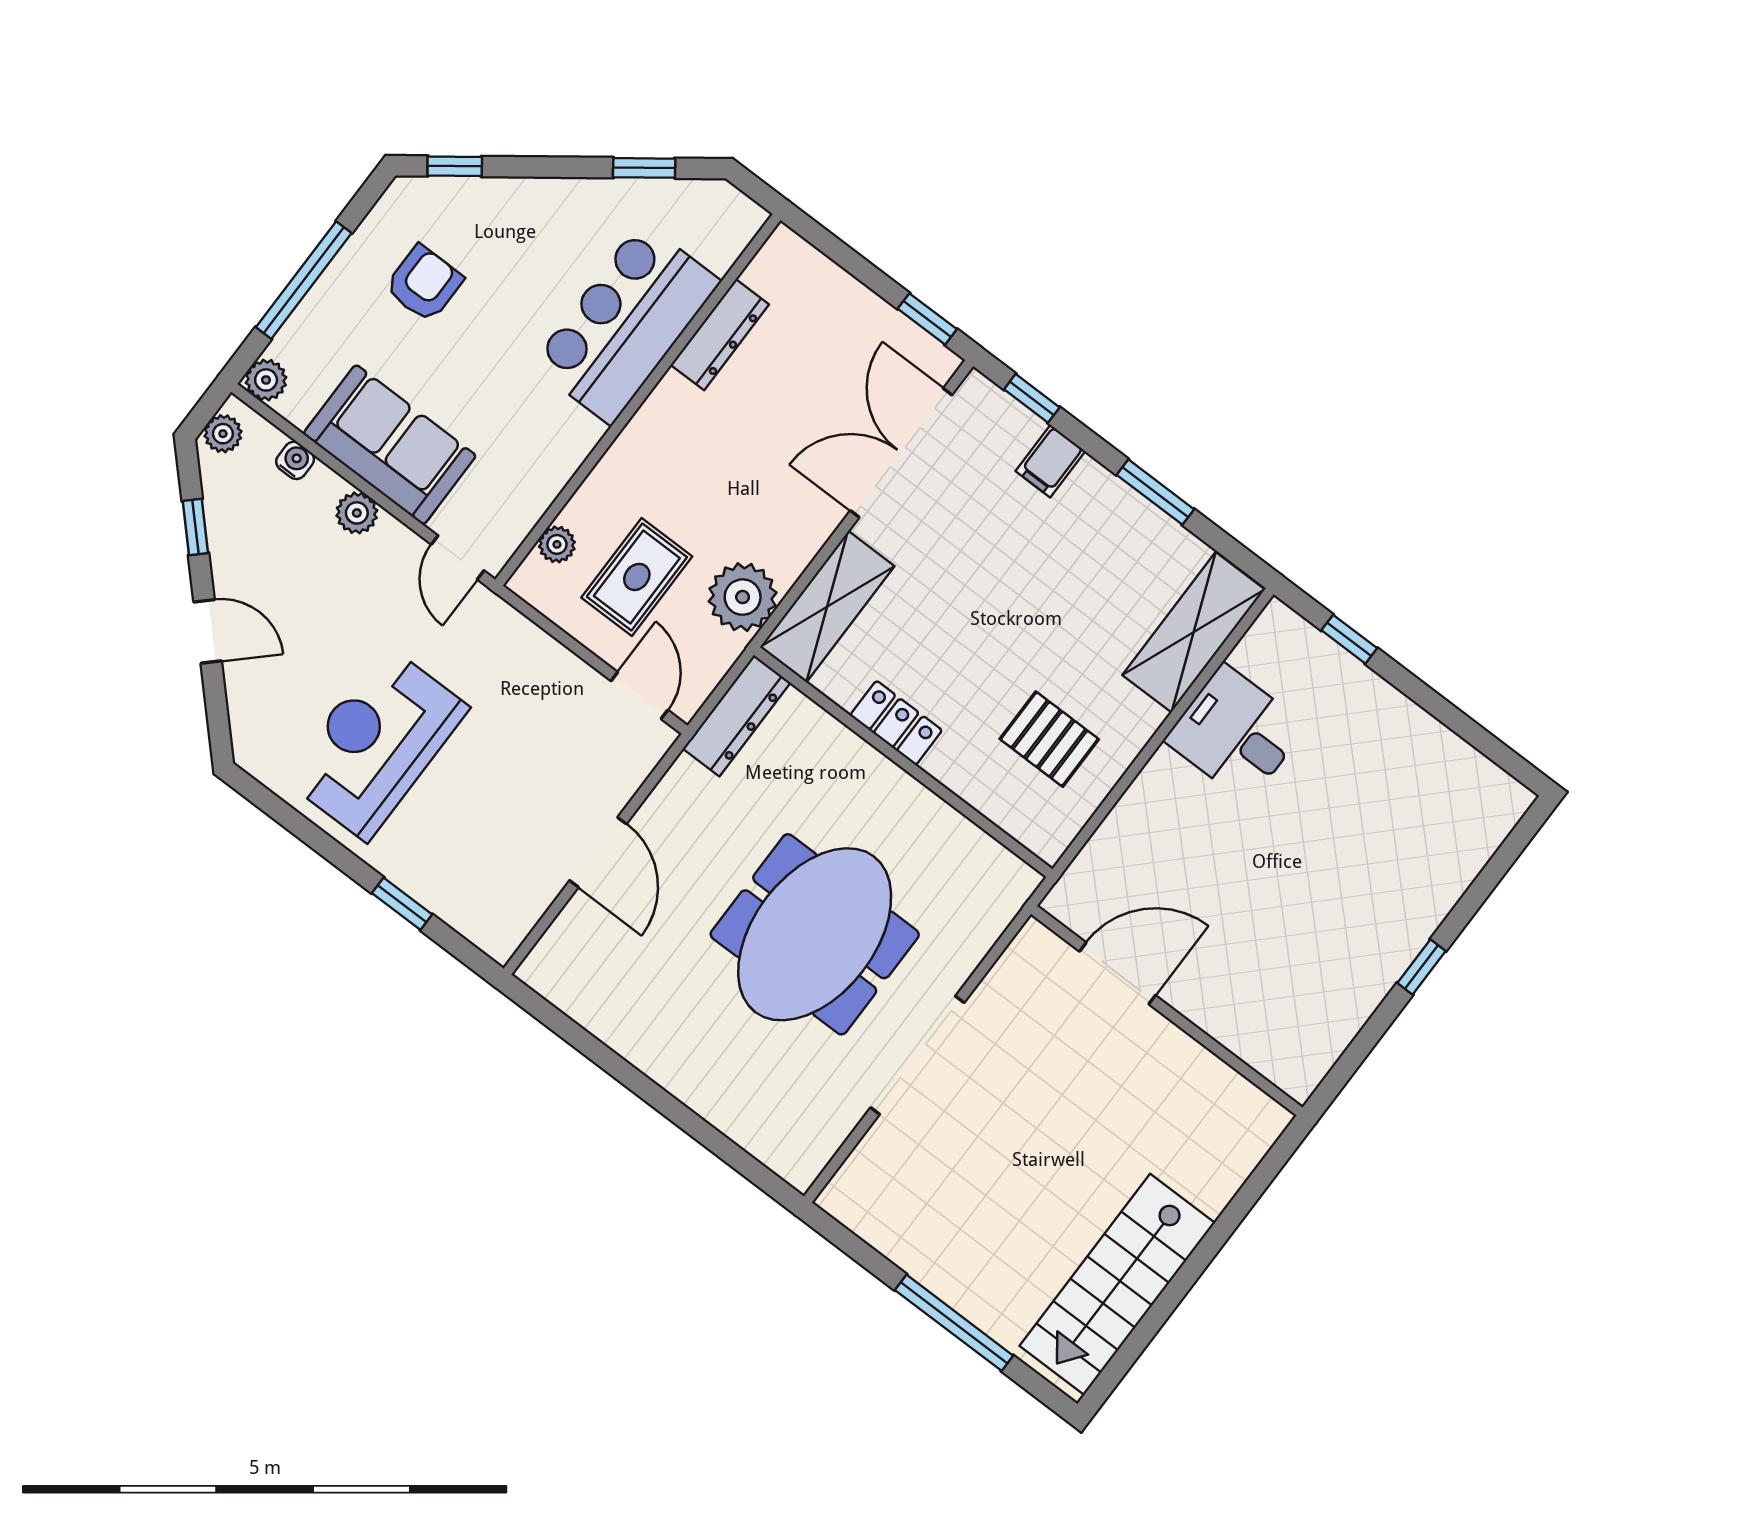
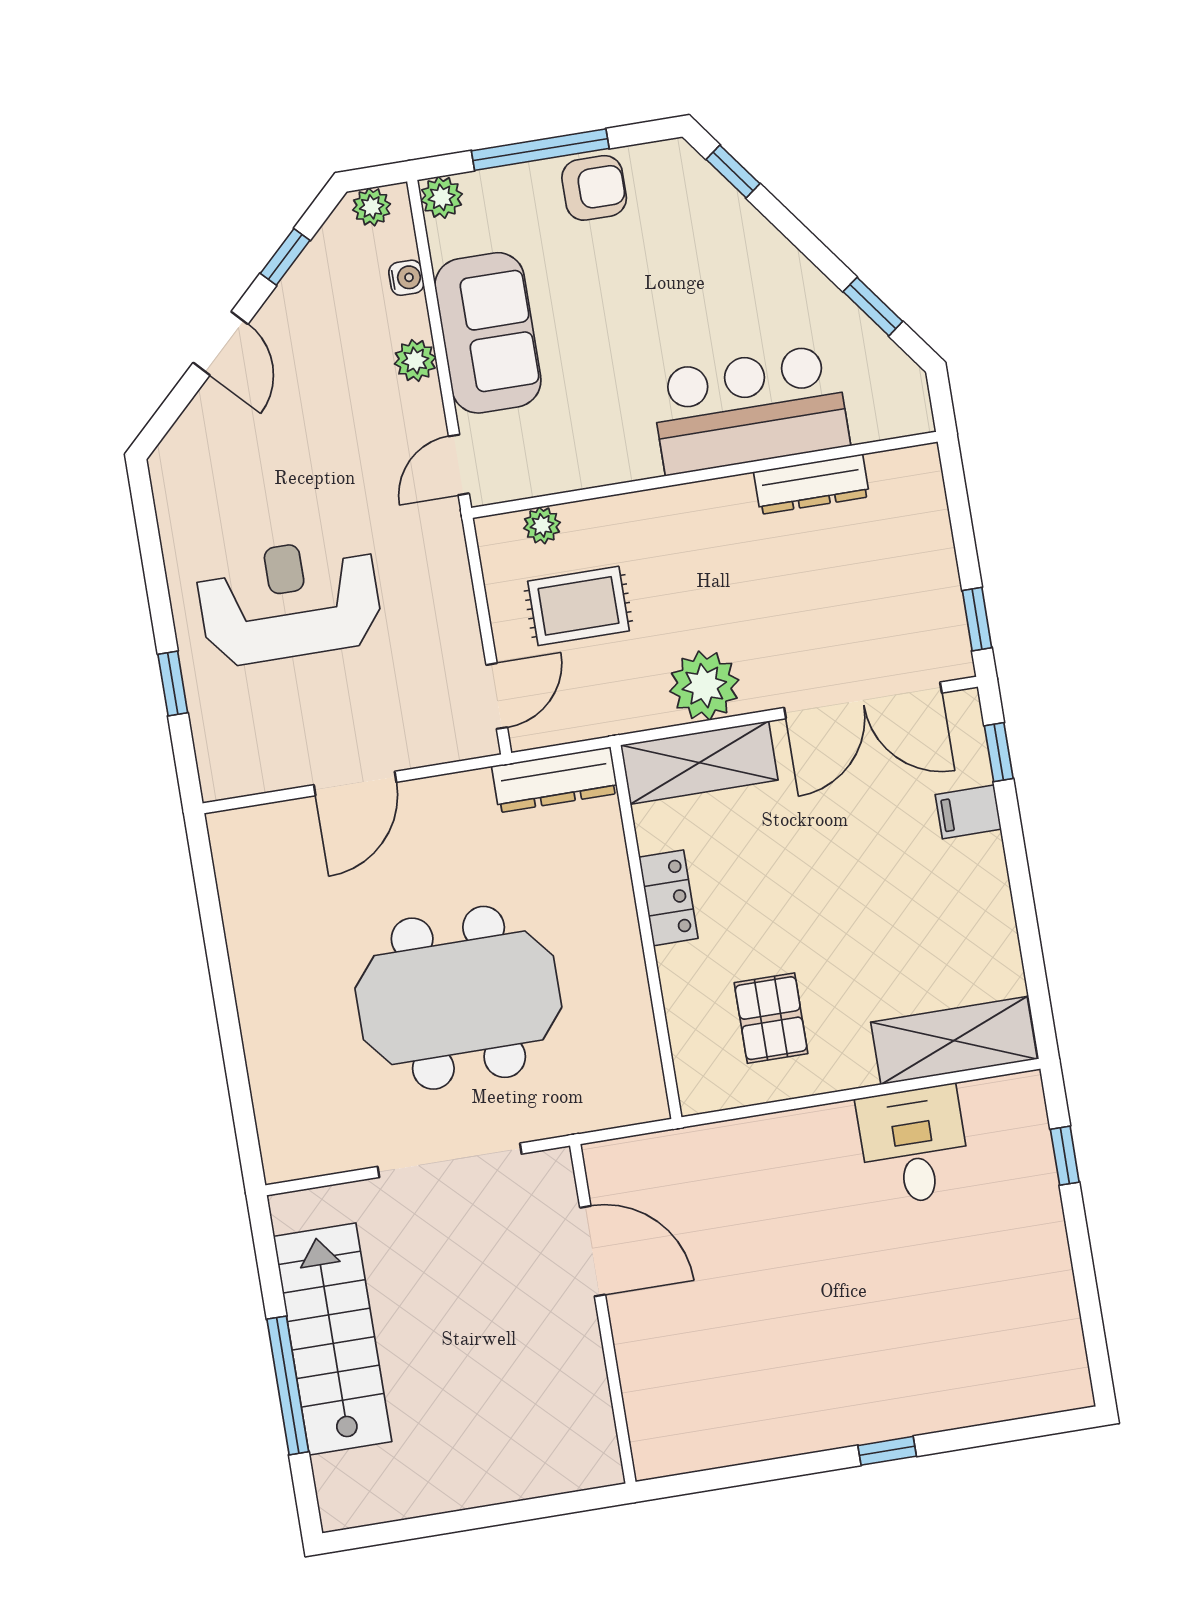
armchair: (424, 284) -> (594, 188), moved
double door: (901, 453) -> (863, 700), swing flipped
window: (1155, 492) -> (1024, 909), removed
plant: (743, 597) -> (704, 686), moved
reception desk: (376, 743) -> (289, 601), moved
door: (1117, 973) -> (593, 1251), moved
wall: (1167, 1011) -> (603, 1314), moved
stairs: (1117, 1284) -> (333, 1339), moved, turned 90

